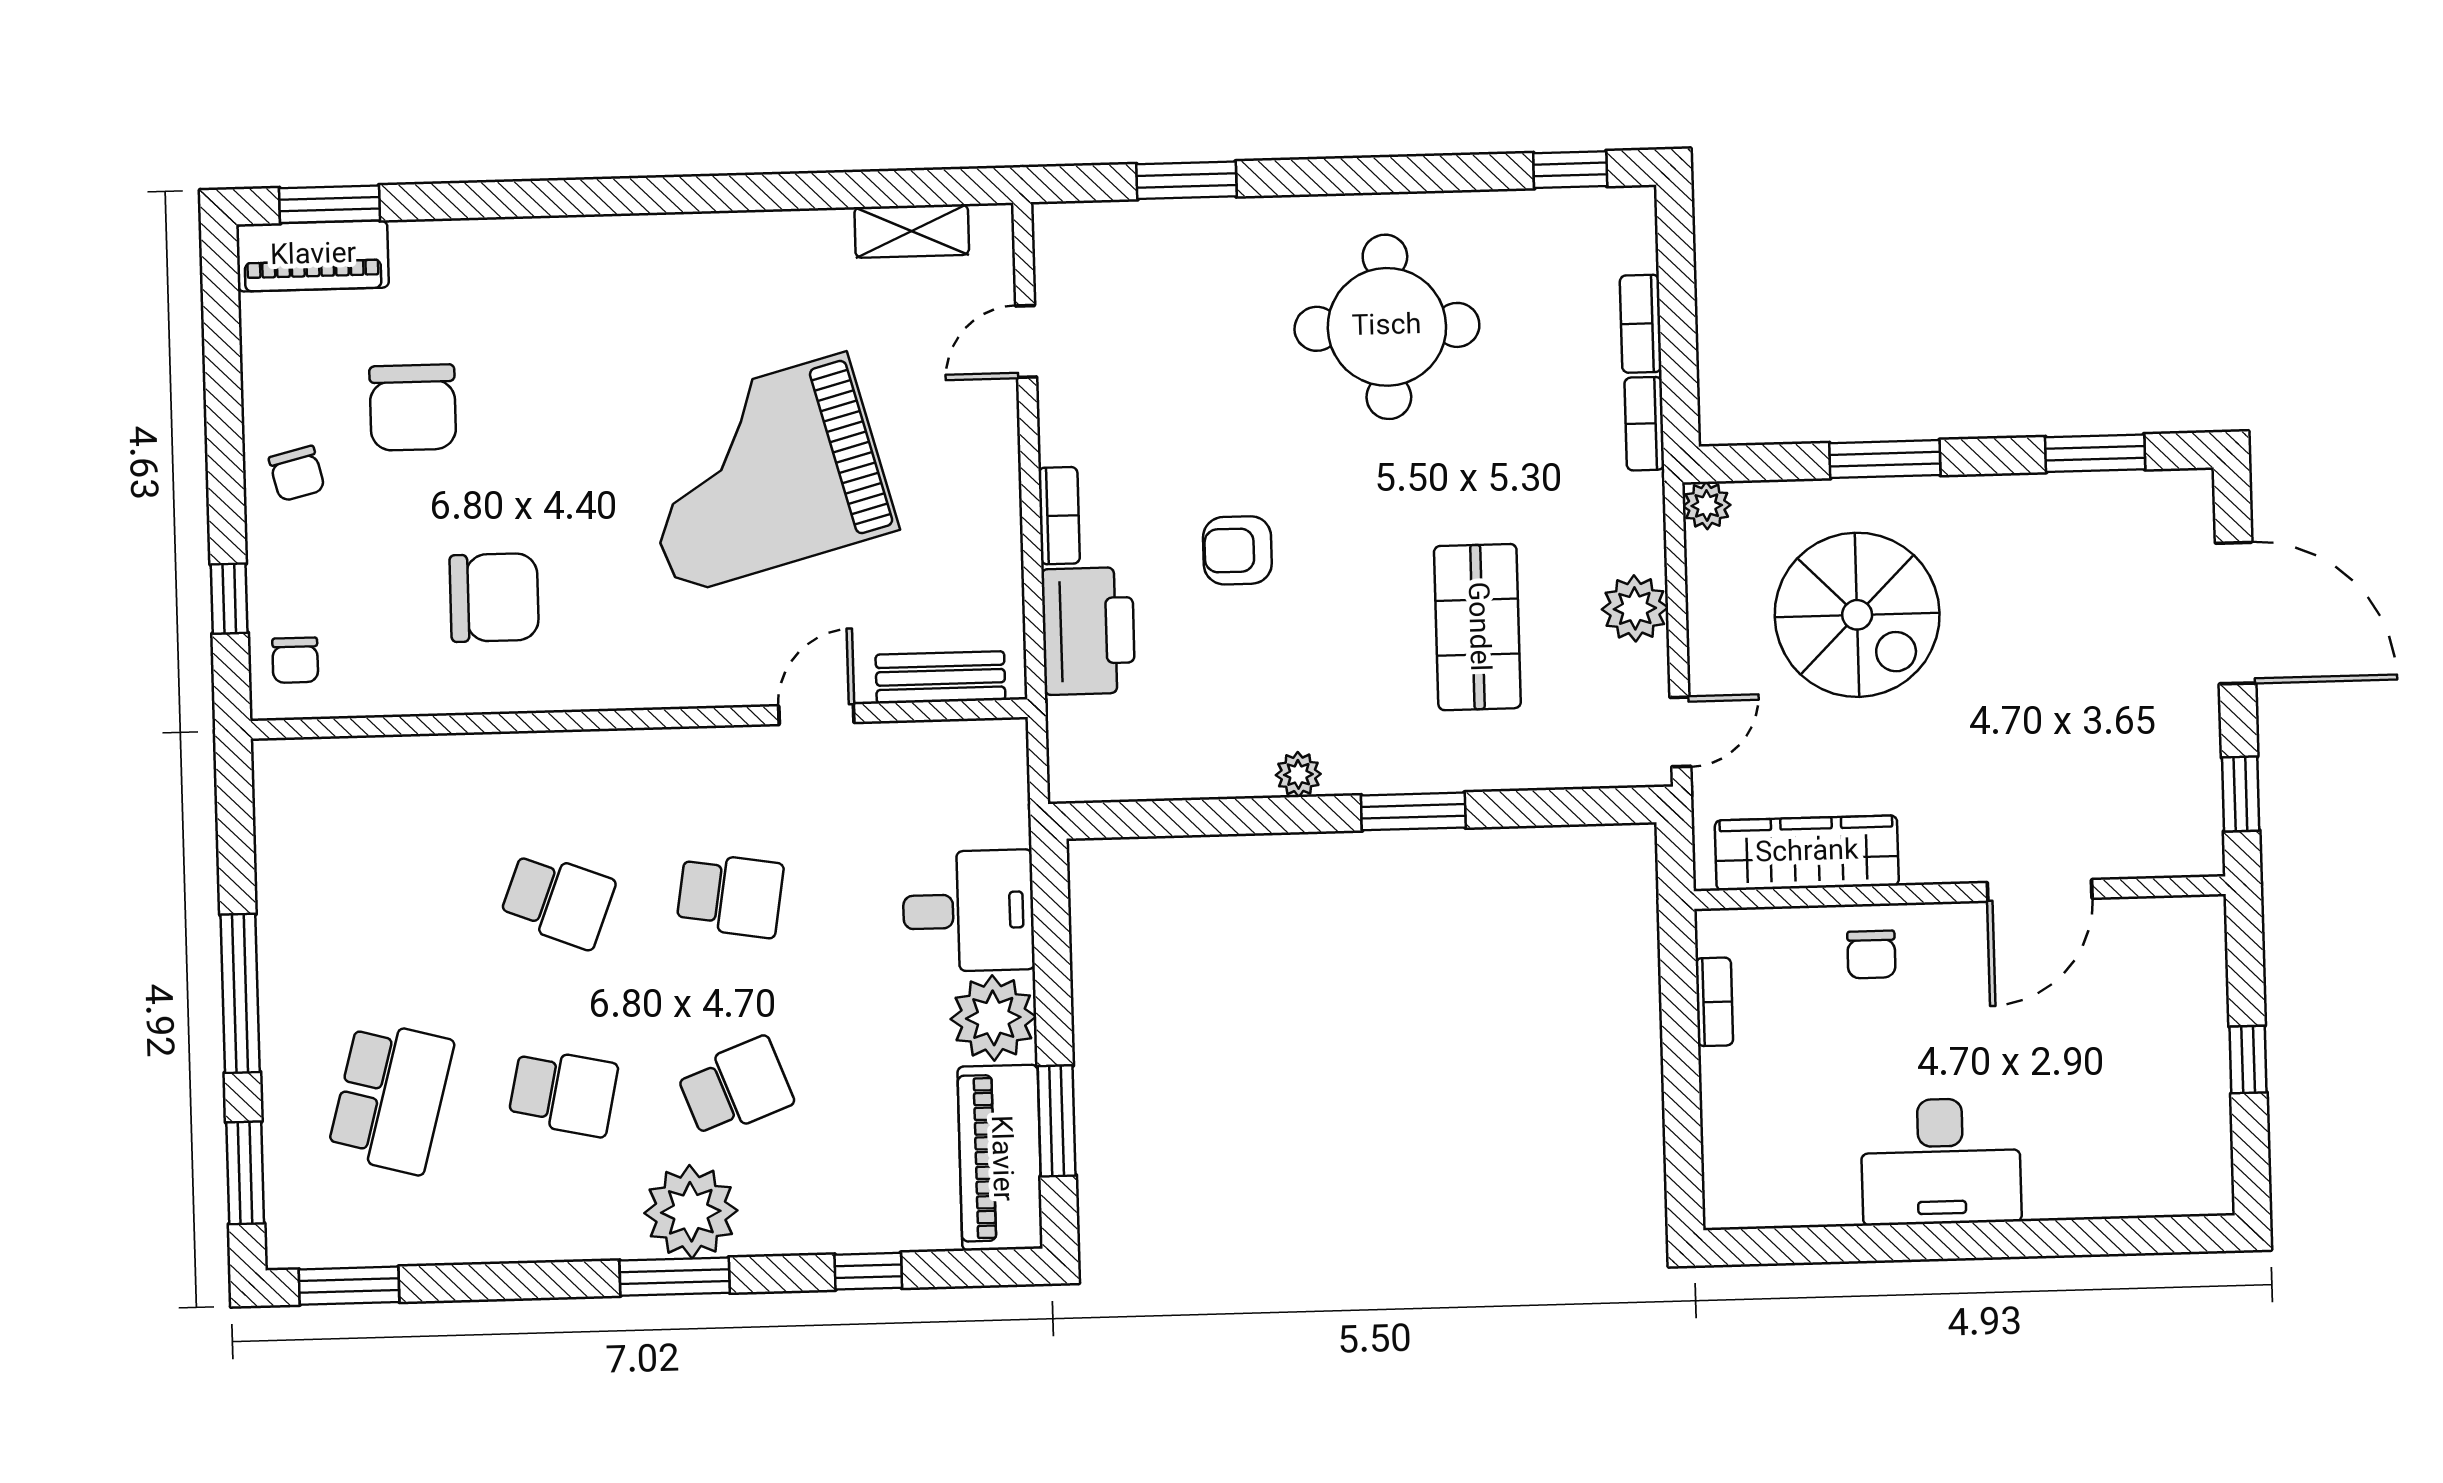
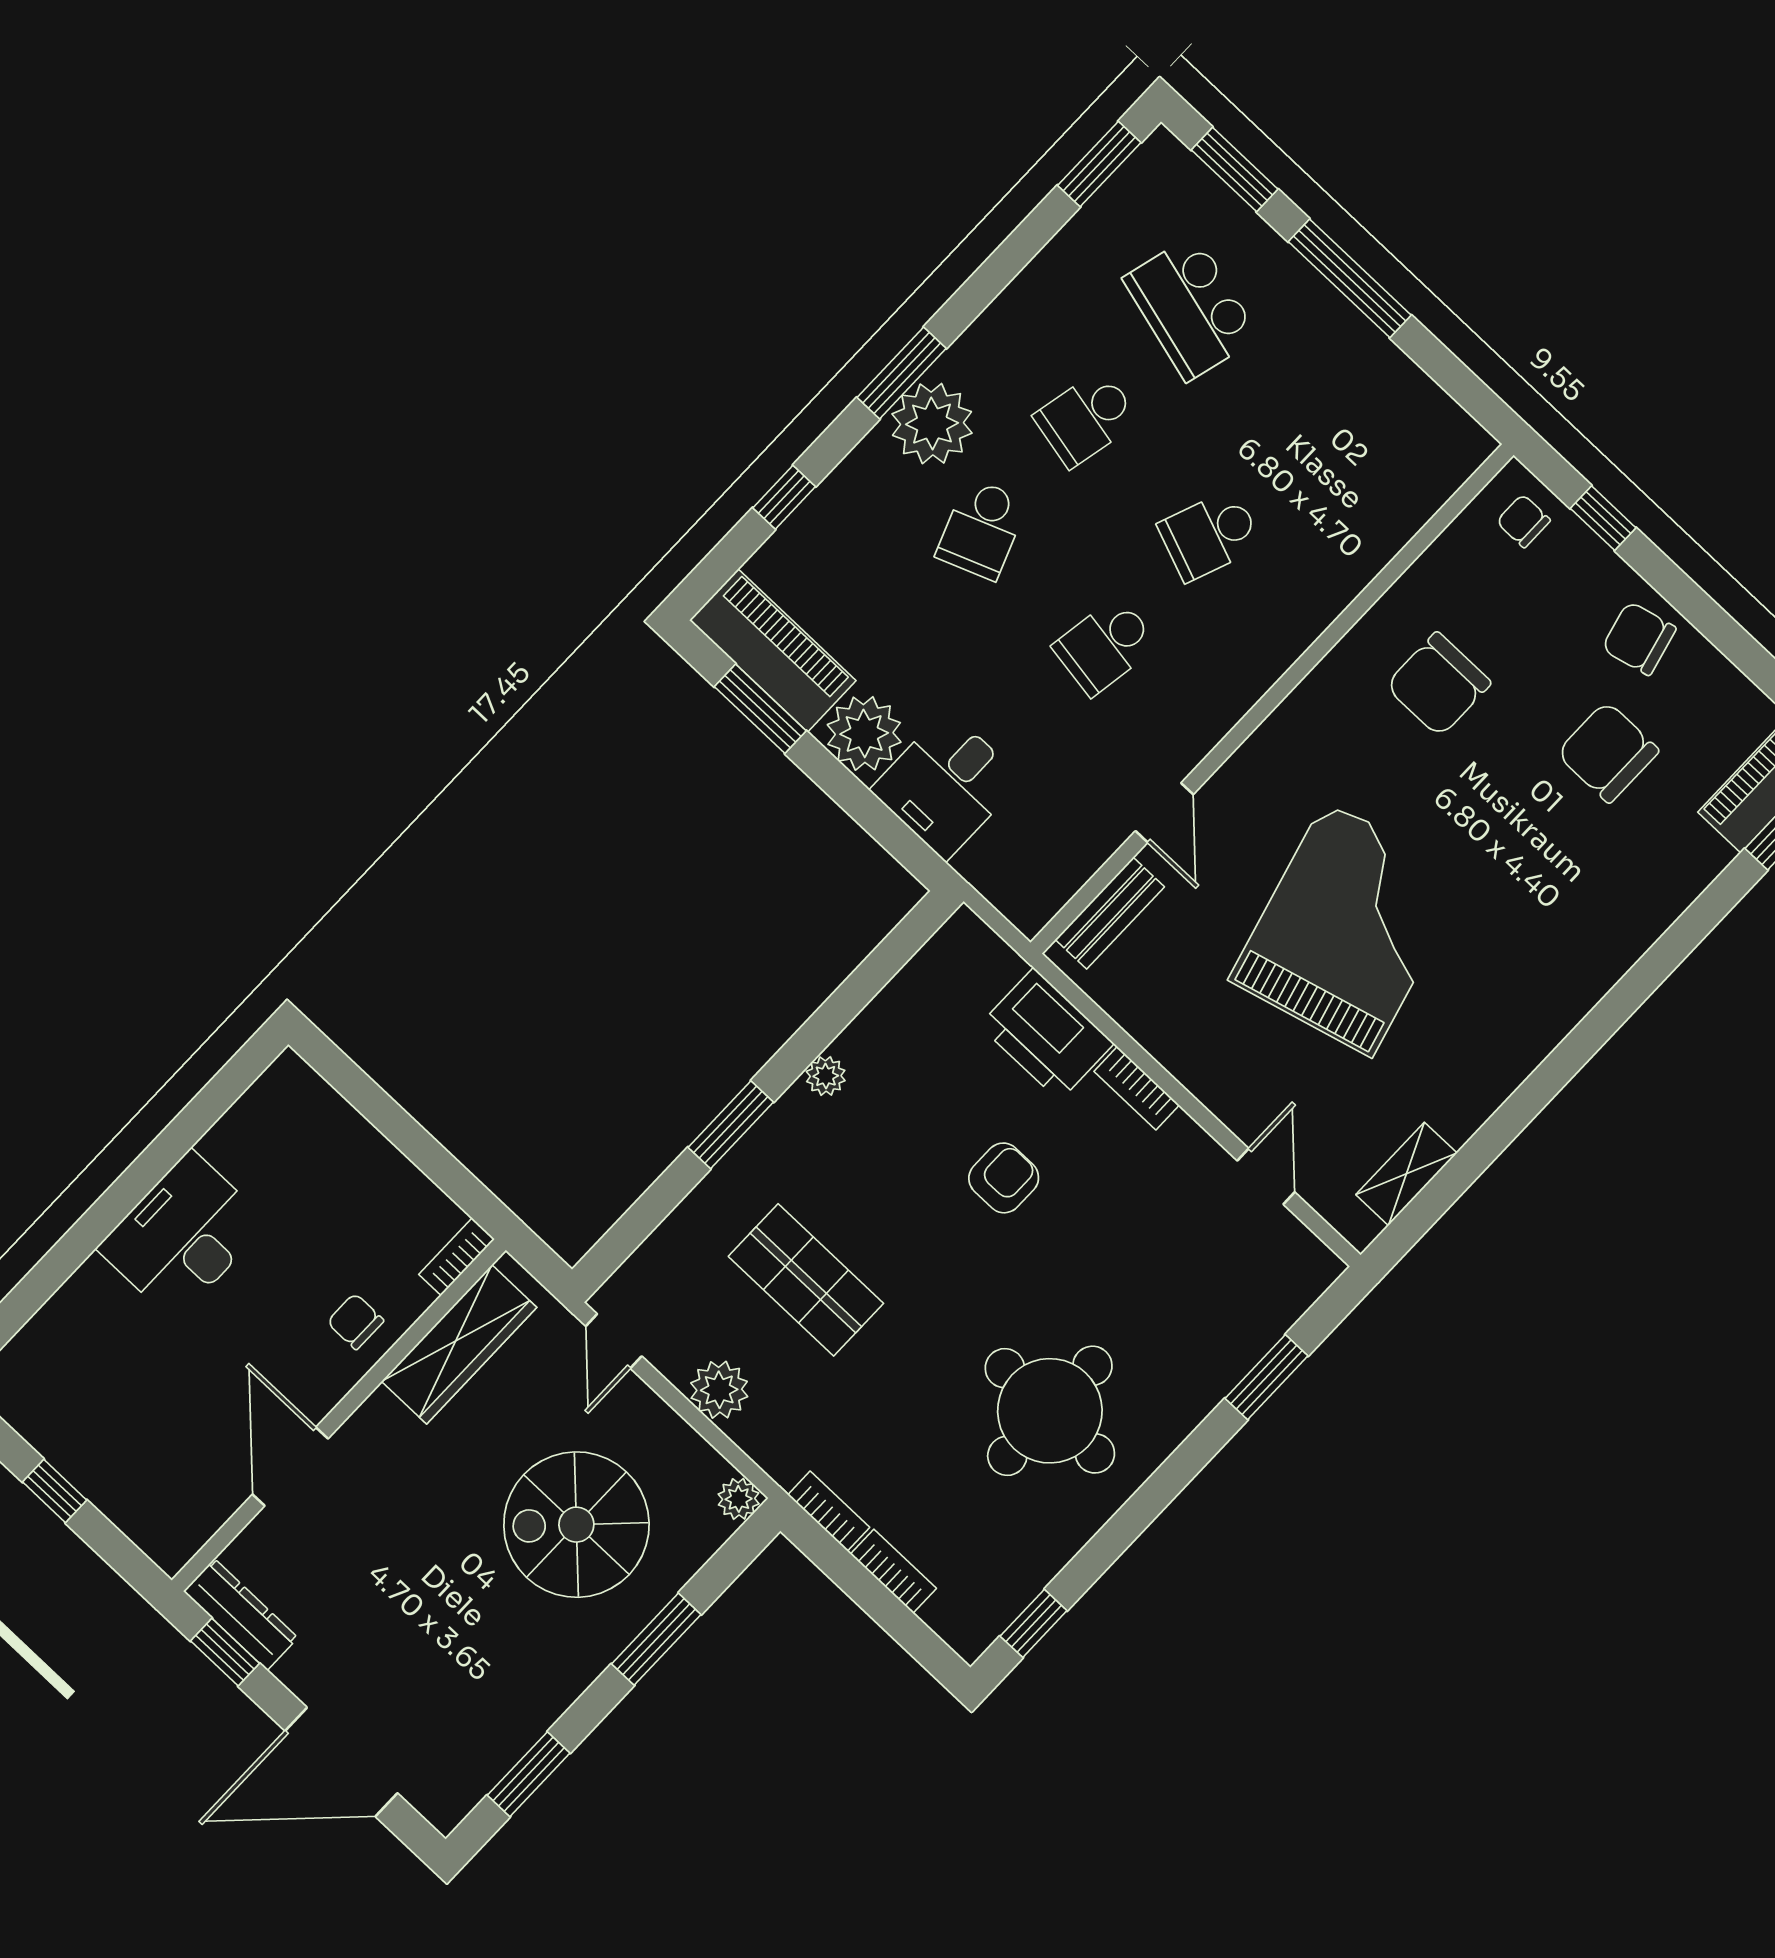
chair: (297, 474) -> (1639, 638), width x1.37, depth x1.37
dresser: (2198, 812) -> (241, 1614), added
bookcase: (1714, 1002) -> (457, 1257), moved, turned 90

